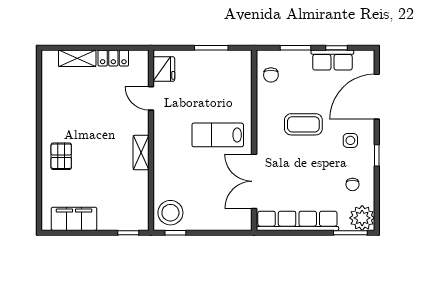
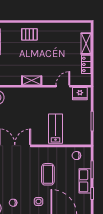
row of seats: (332, 60) -> (85, 181), moved
lab bench: (218, 135) -> (55, 129), moved

